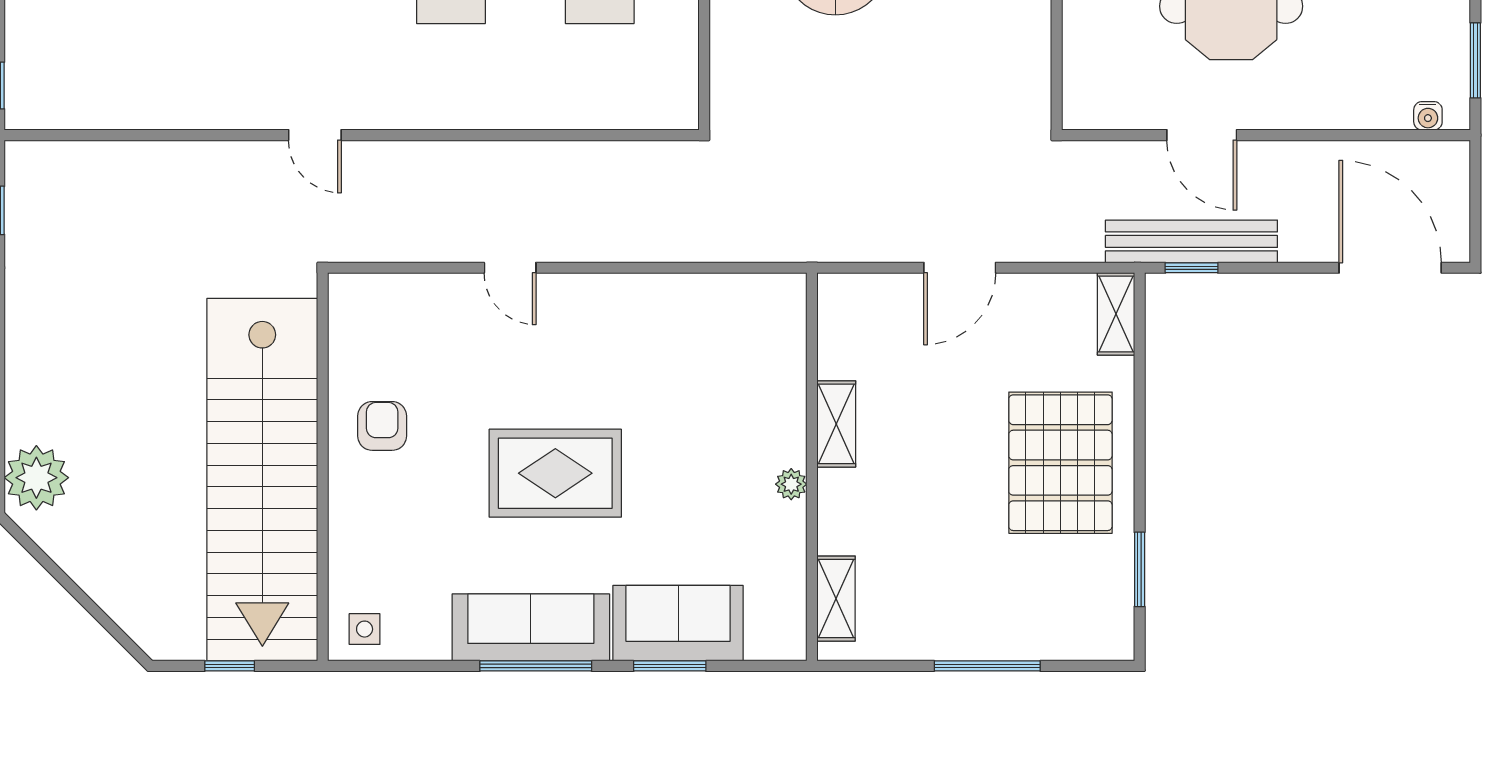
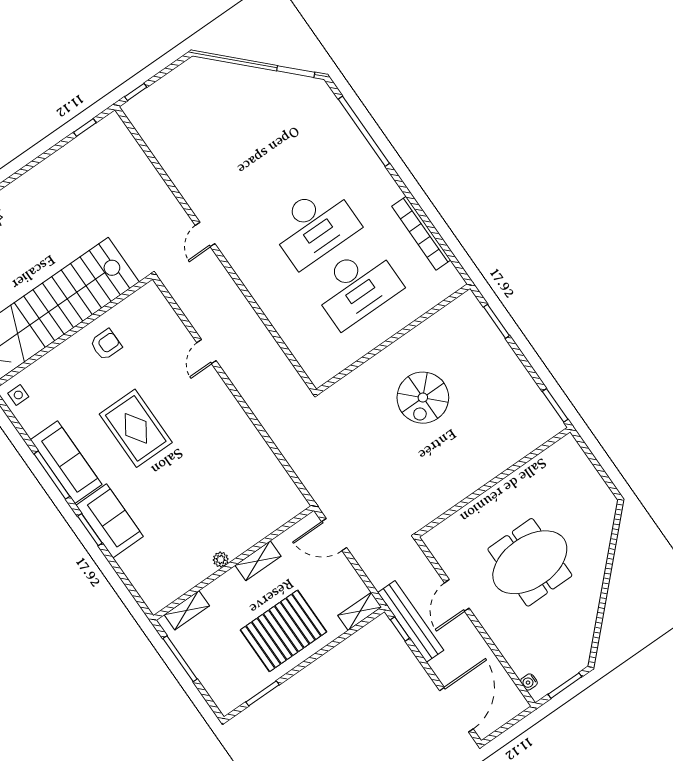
shelving: (836, 424) -> (258, 561), moved
wall: (812, 467) -> (234, 563), moved
plant: (791, 484) -> (221, 560), moved
shelving: (836, 599) -> (187, 610), moved

